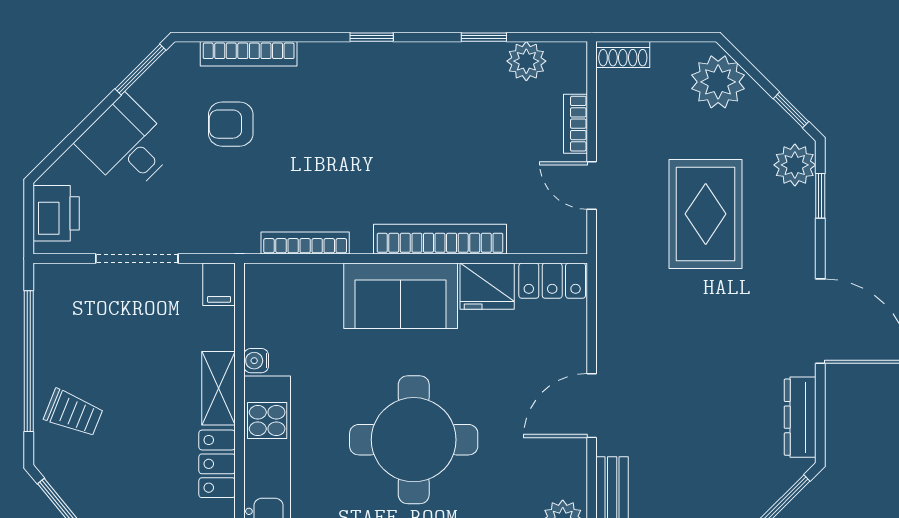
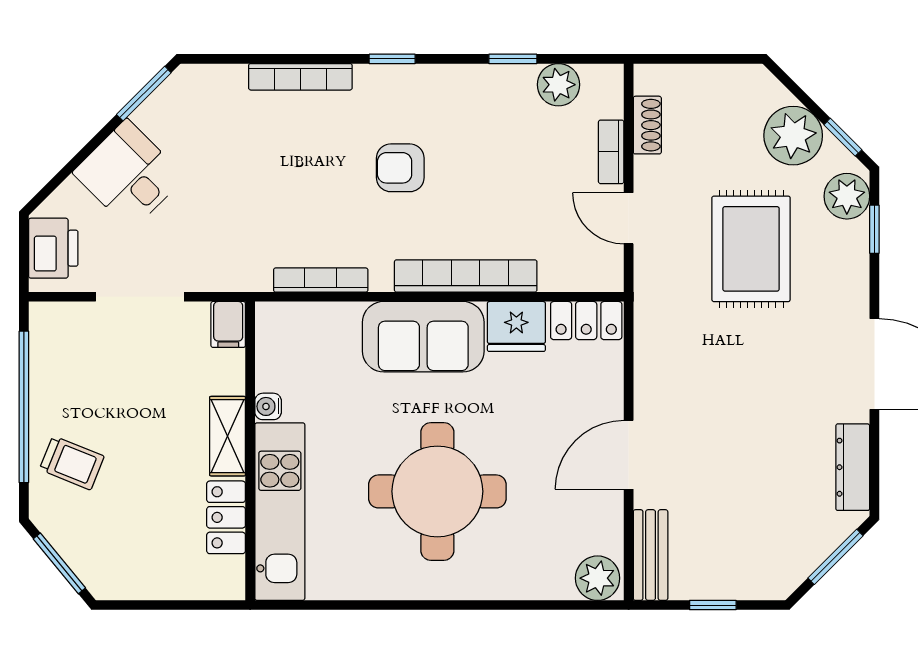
bookcase: (249, 54) -> (300, 77), moved
shoe rack: (623, 55) -> (647, 125), moved, turned -90
plant: (718, 82) -> (793, 136), moved
armchair: (231, 124) -> (400, 168), moved

